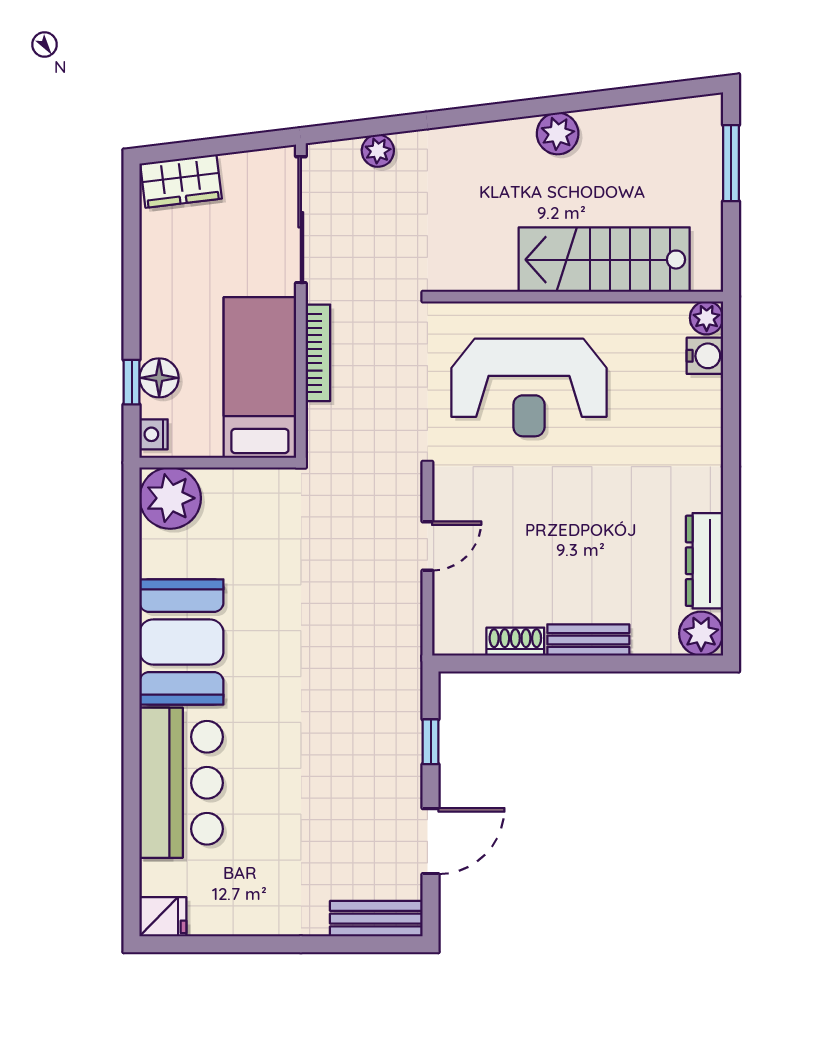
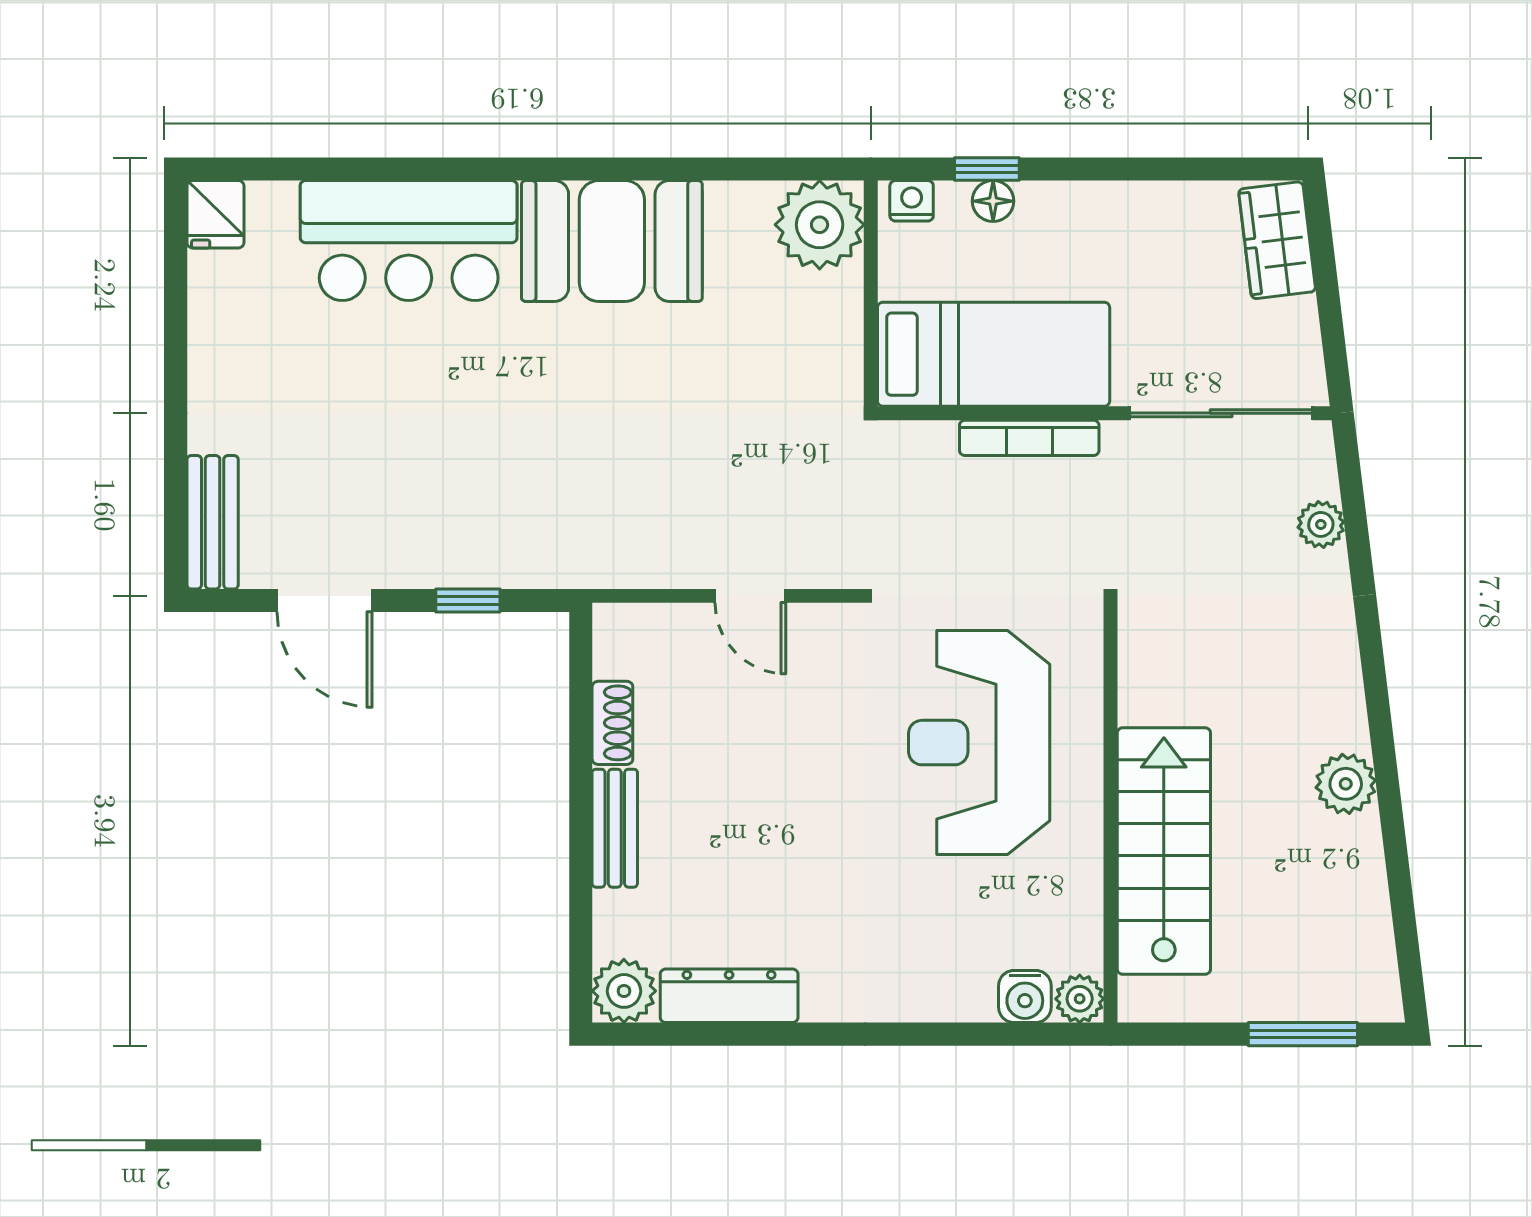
floor lamp: (159, 378) -> (993, 201), width x0.73, depth x0.73

